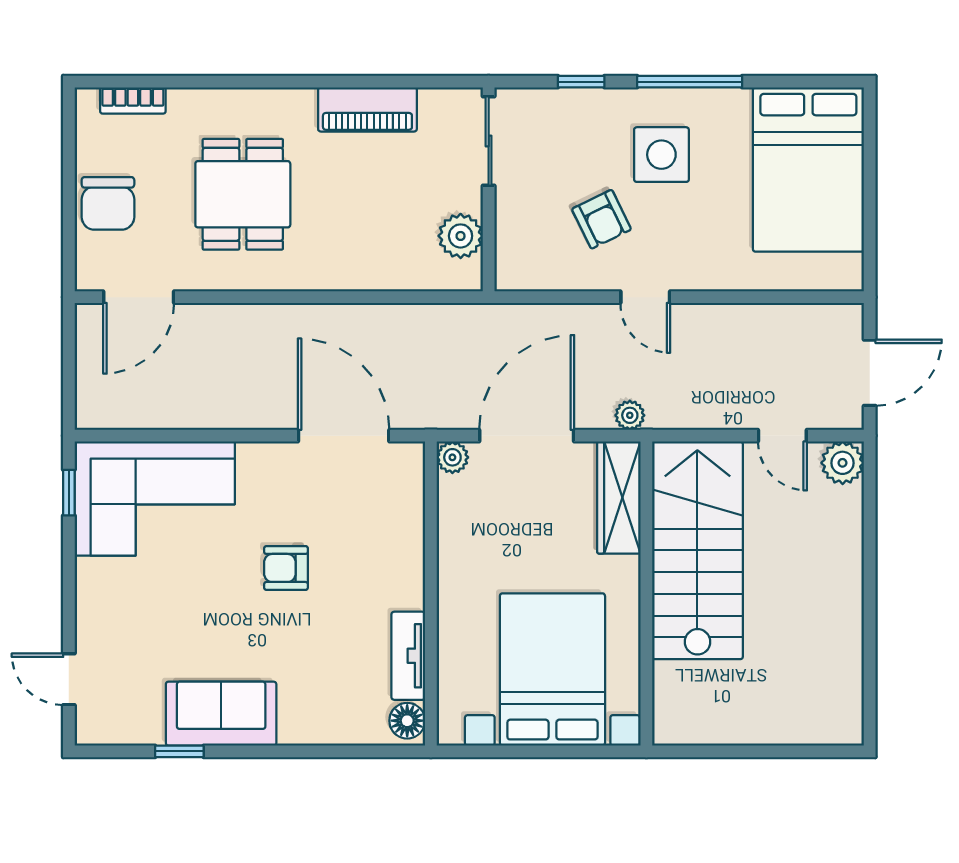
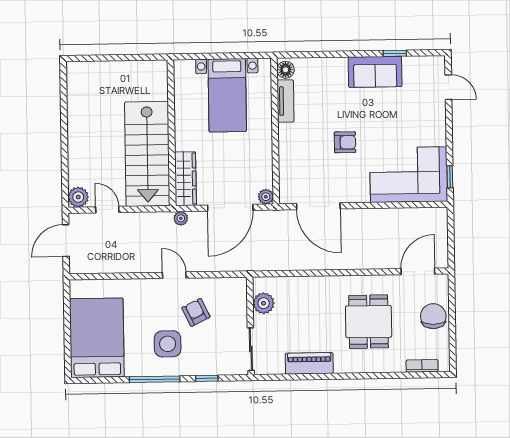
bed with nightstands: (552, 669) -> (227, 95), width x0.73

